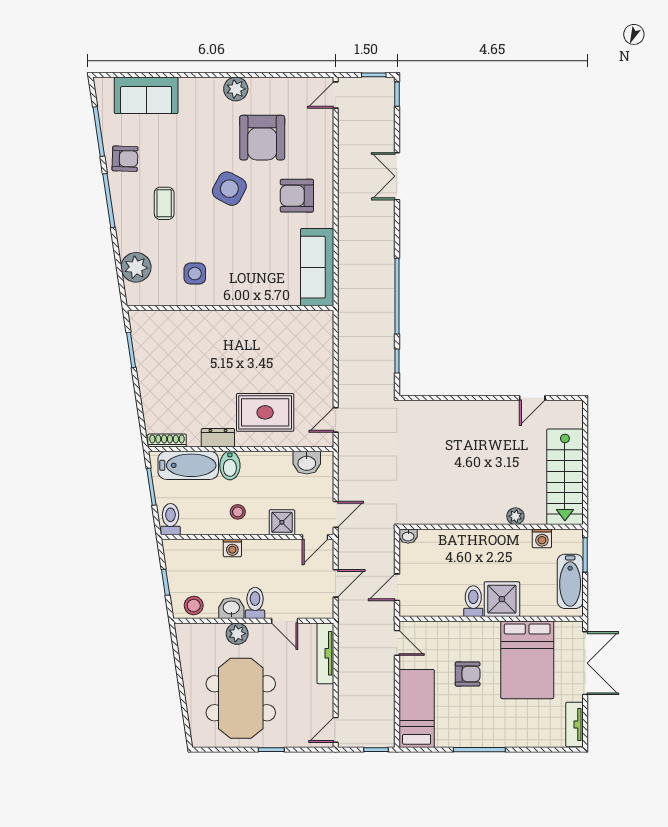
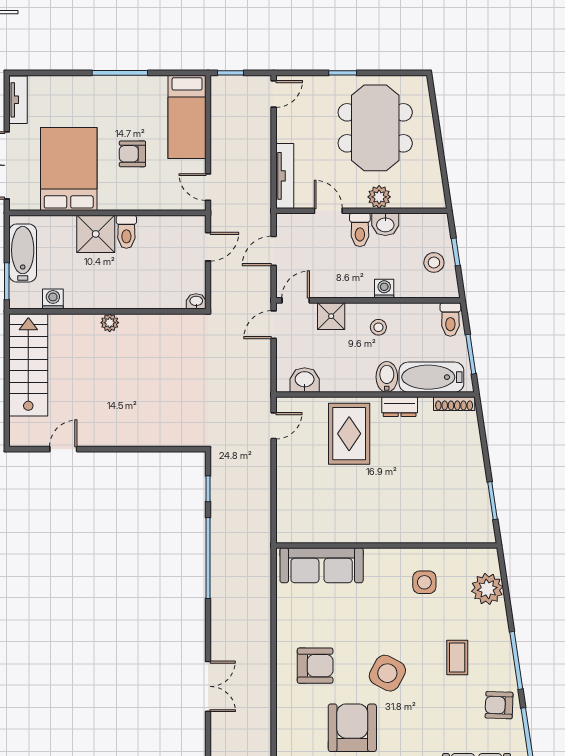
sofa: (317, 267) -> (322, 565), moved, turned 90
rug: (265, 412) -> (349, 434), turned 90
plant: (515, 516) -> (110, 323), moved
stool: (194, 605) -> (434, 262), moved

